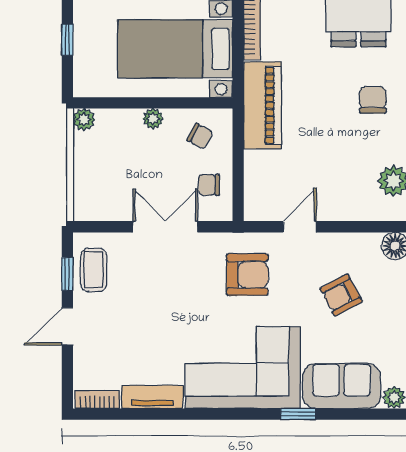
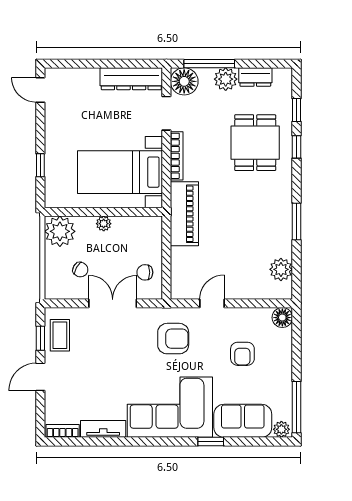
chair: (373, 100) -> (266, 210), removed
plant: (84, 119) -> (60, 231), width x1.88, depth x1.88
chair: (200, 136) -> (80, 270), moved
armchair: (341, 295) -> (242, 354), turned -62

